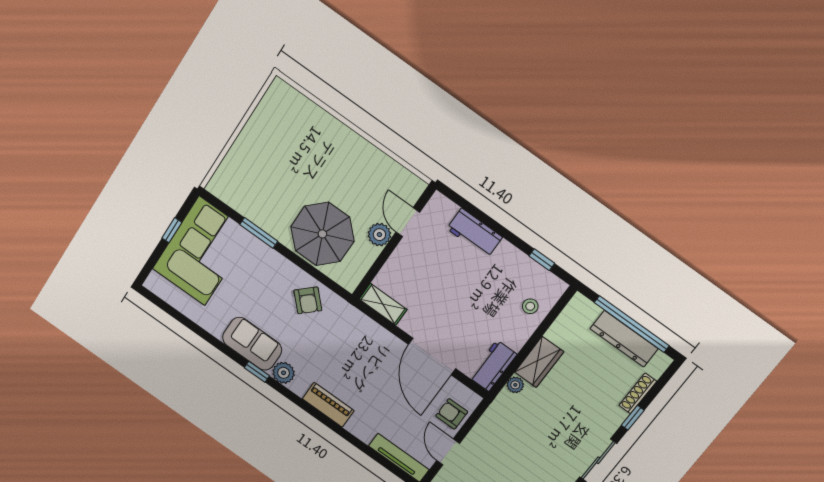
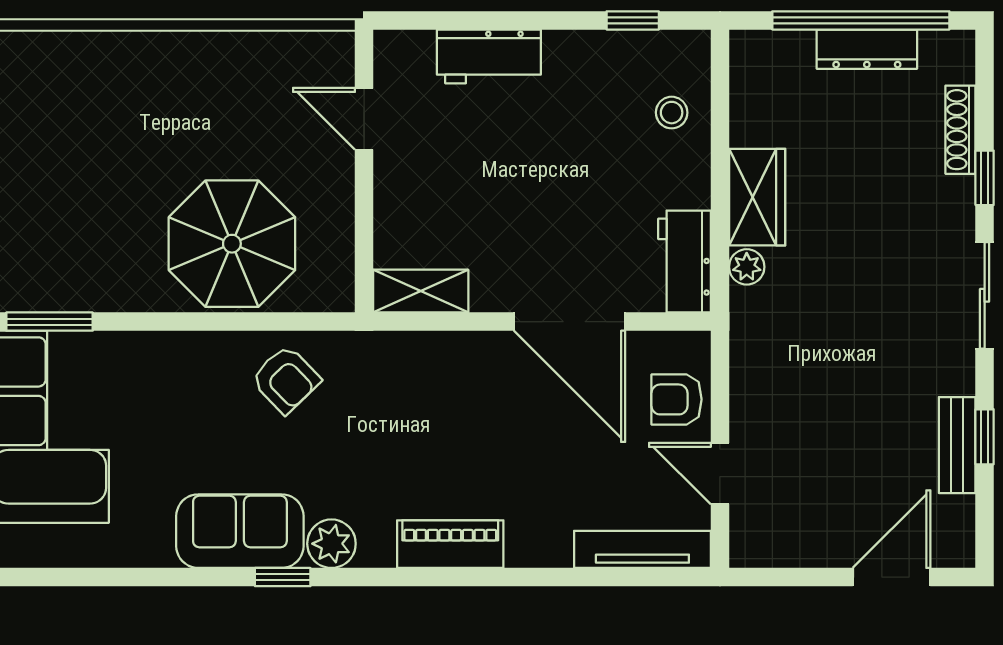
window: (259, 233) -> (50, 322), moved
plant: (379, 235) -> (331, 174), removed
dresser: (624, 339) -> (867, 49), width x0.73, depth x0.80

